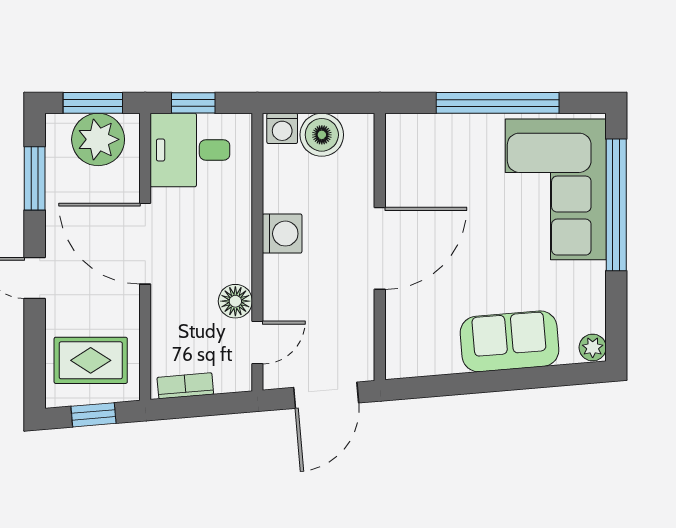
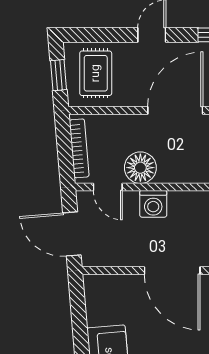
washing machine: (282, 234) -> (153, 204), moved
floor lamp: (235, 301) -> (140, 168), width x1.38, depth x1.38
bookcase: (185, 386) -> (79, 148), width x1.56

